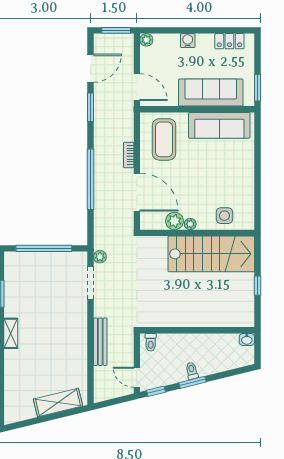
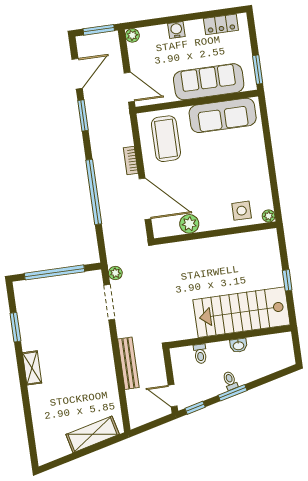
plant: (190, 224) -> (269, 216), moved
stairs: (211, 254) -> (242, 312), moved, turned 180
washbasin: (247, 339) -> (238, 345), moved
toilet: (151, 342) -> (200, 354), moved

